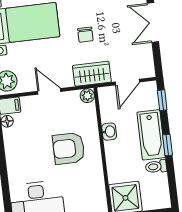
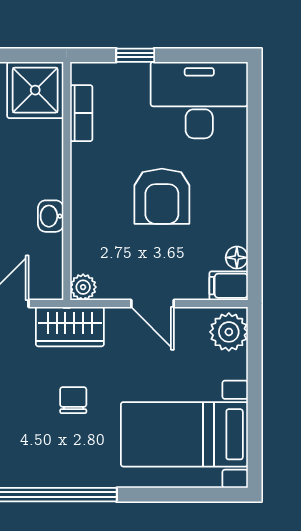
armchair: (69, 148) -> (162, 196), moved, turned 90
bookcase: (99, 188) -> (81, 113), added

